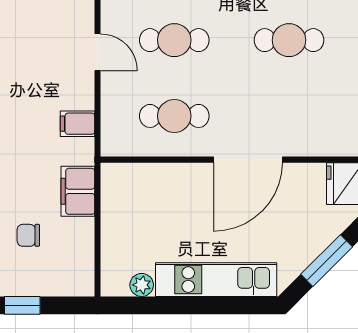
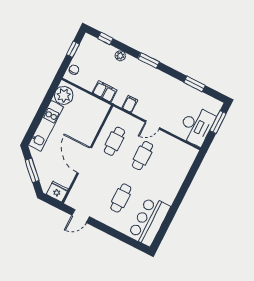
chair: (28, 235) -> (74, 70), moved
plant: (142, 285) -> (64, 95), width x1.88, depth x1.88

